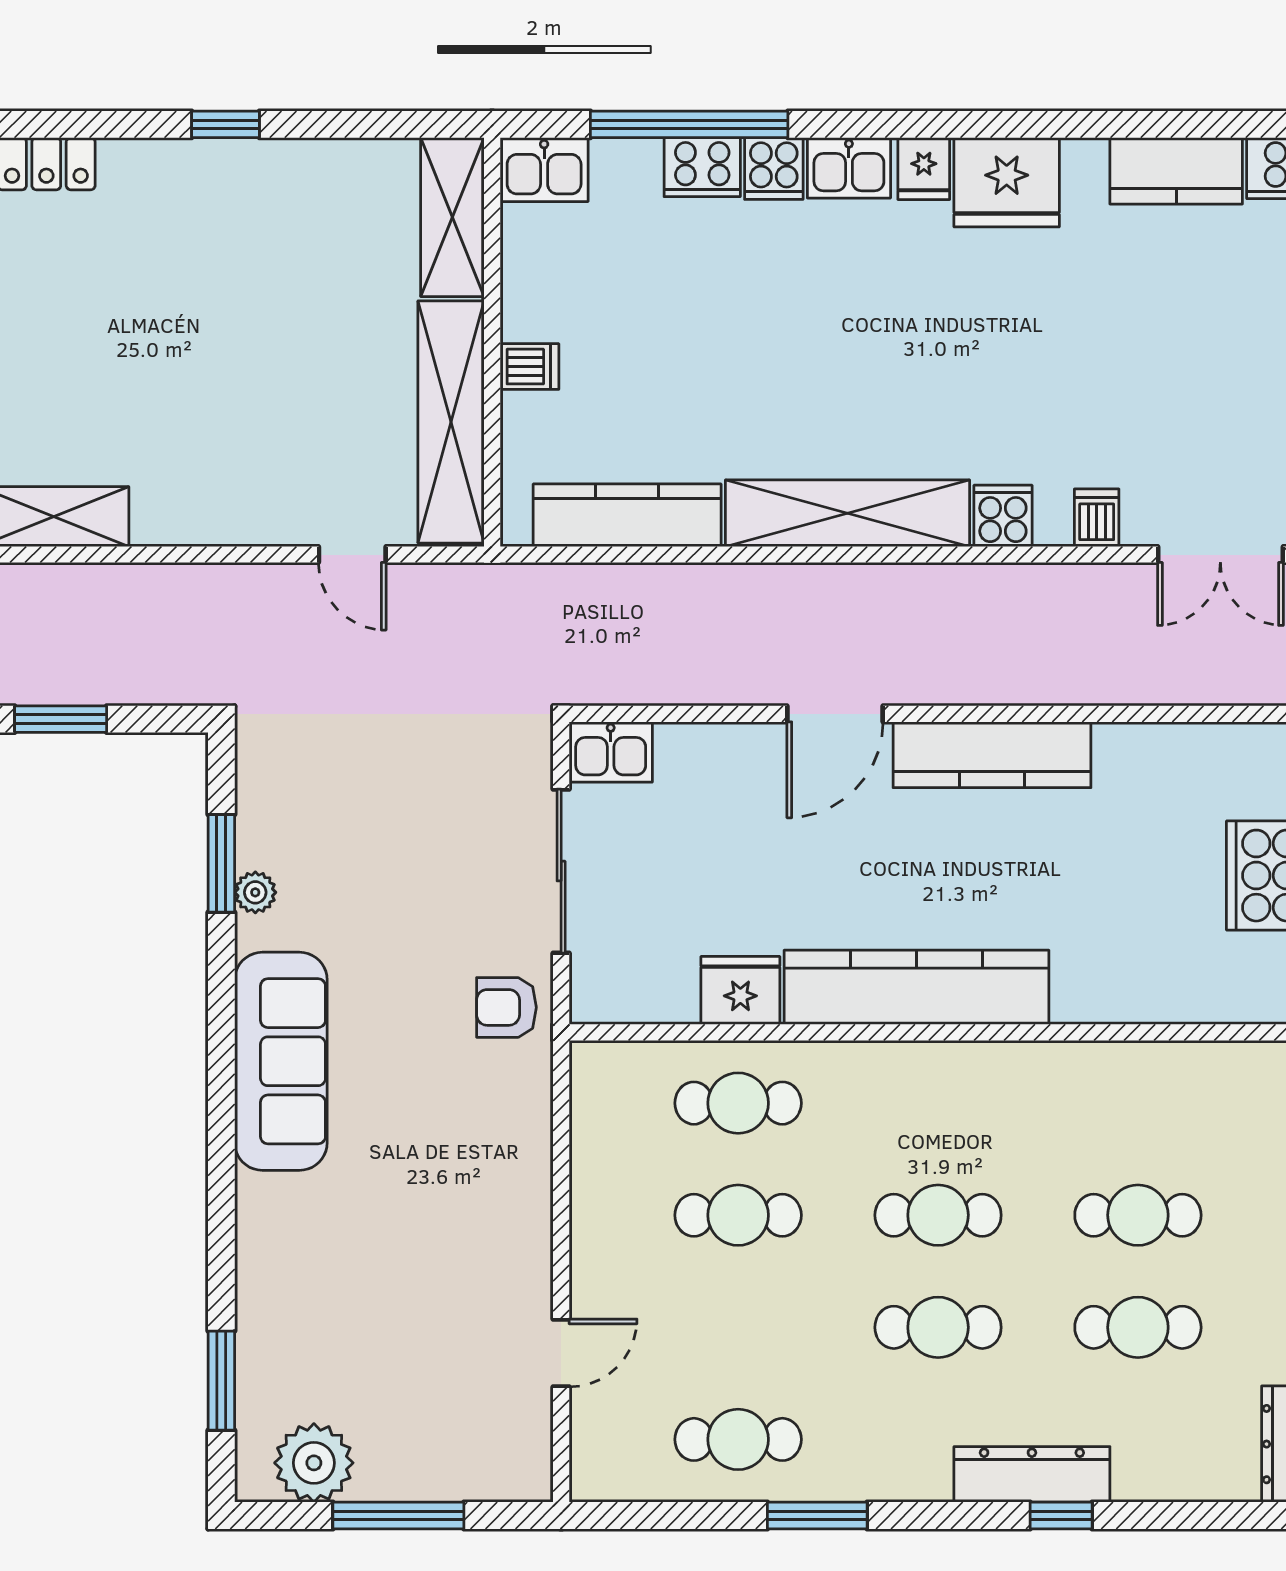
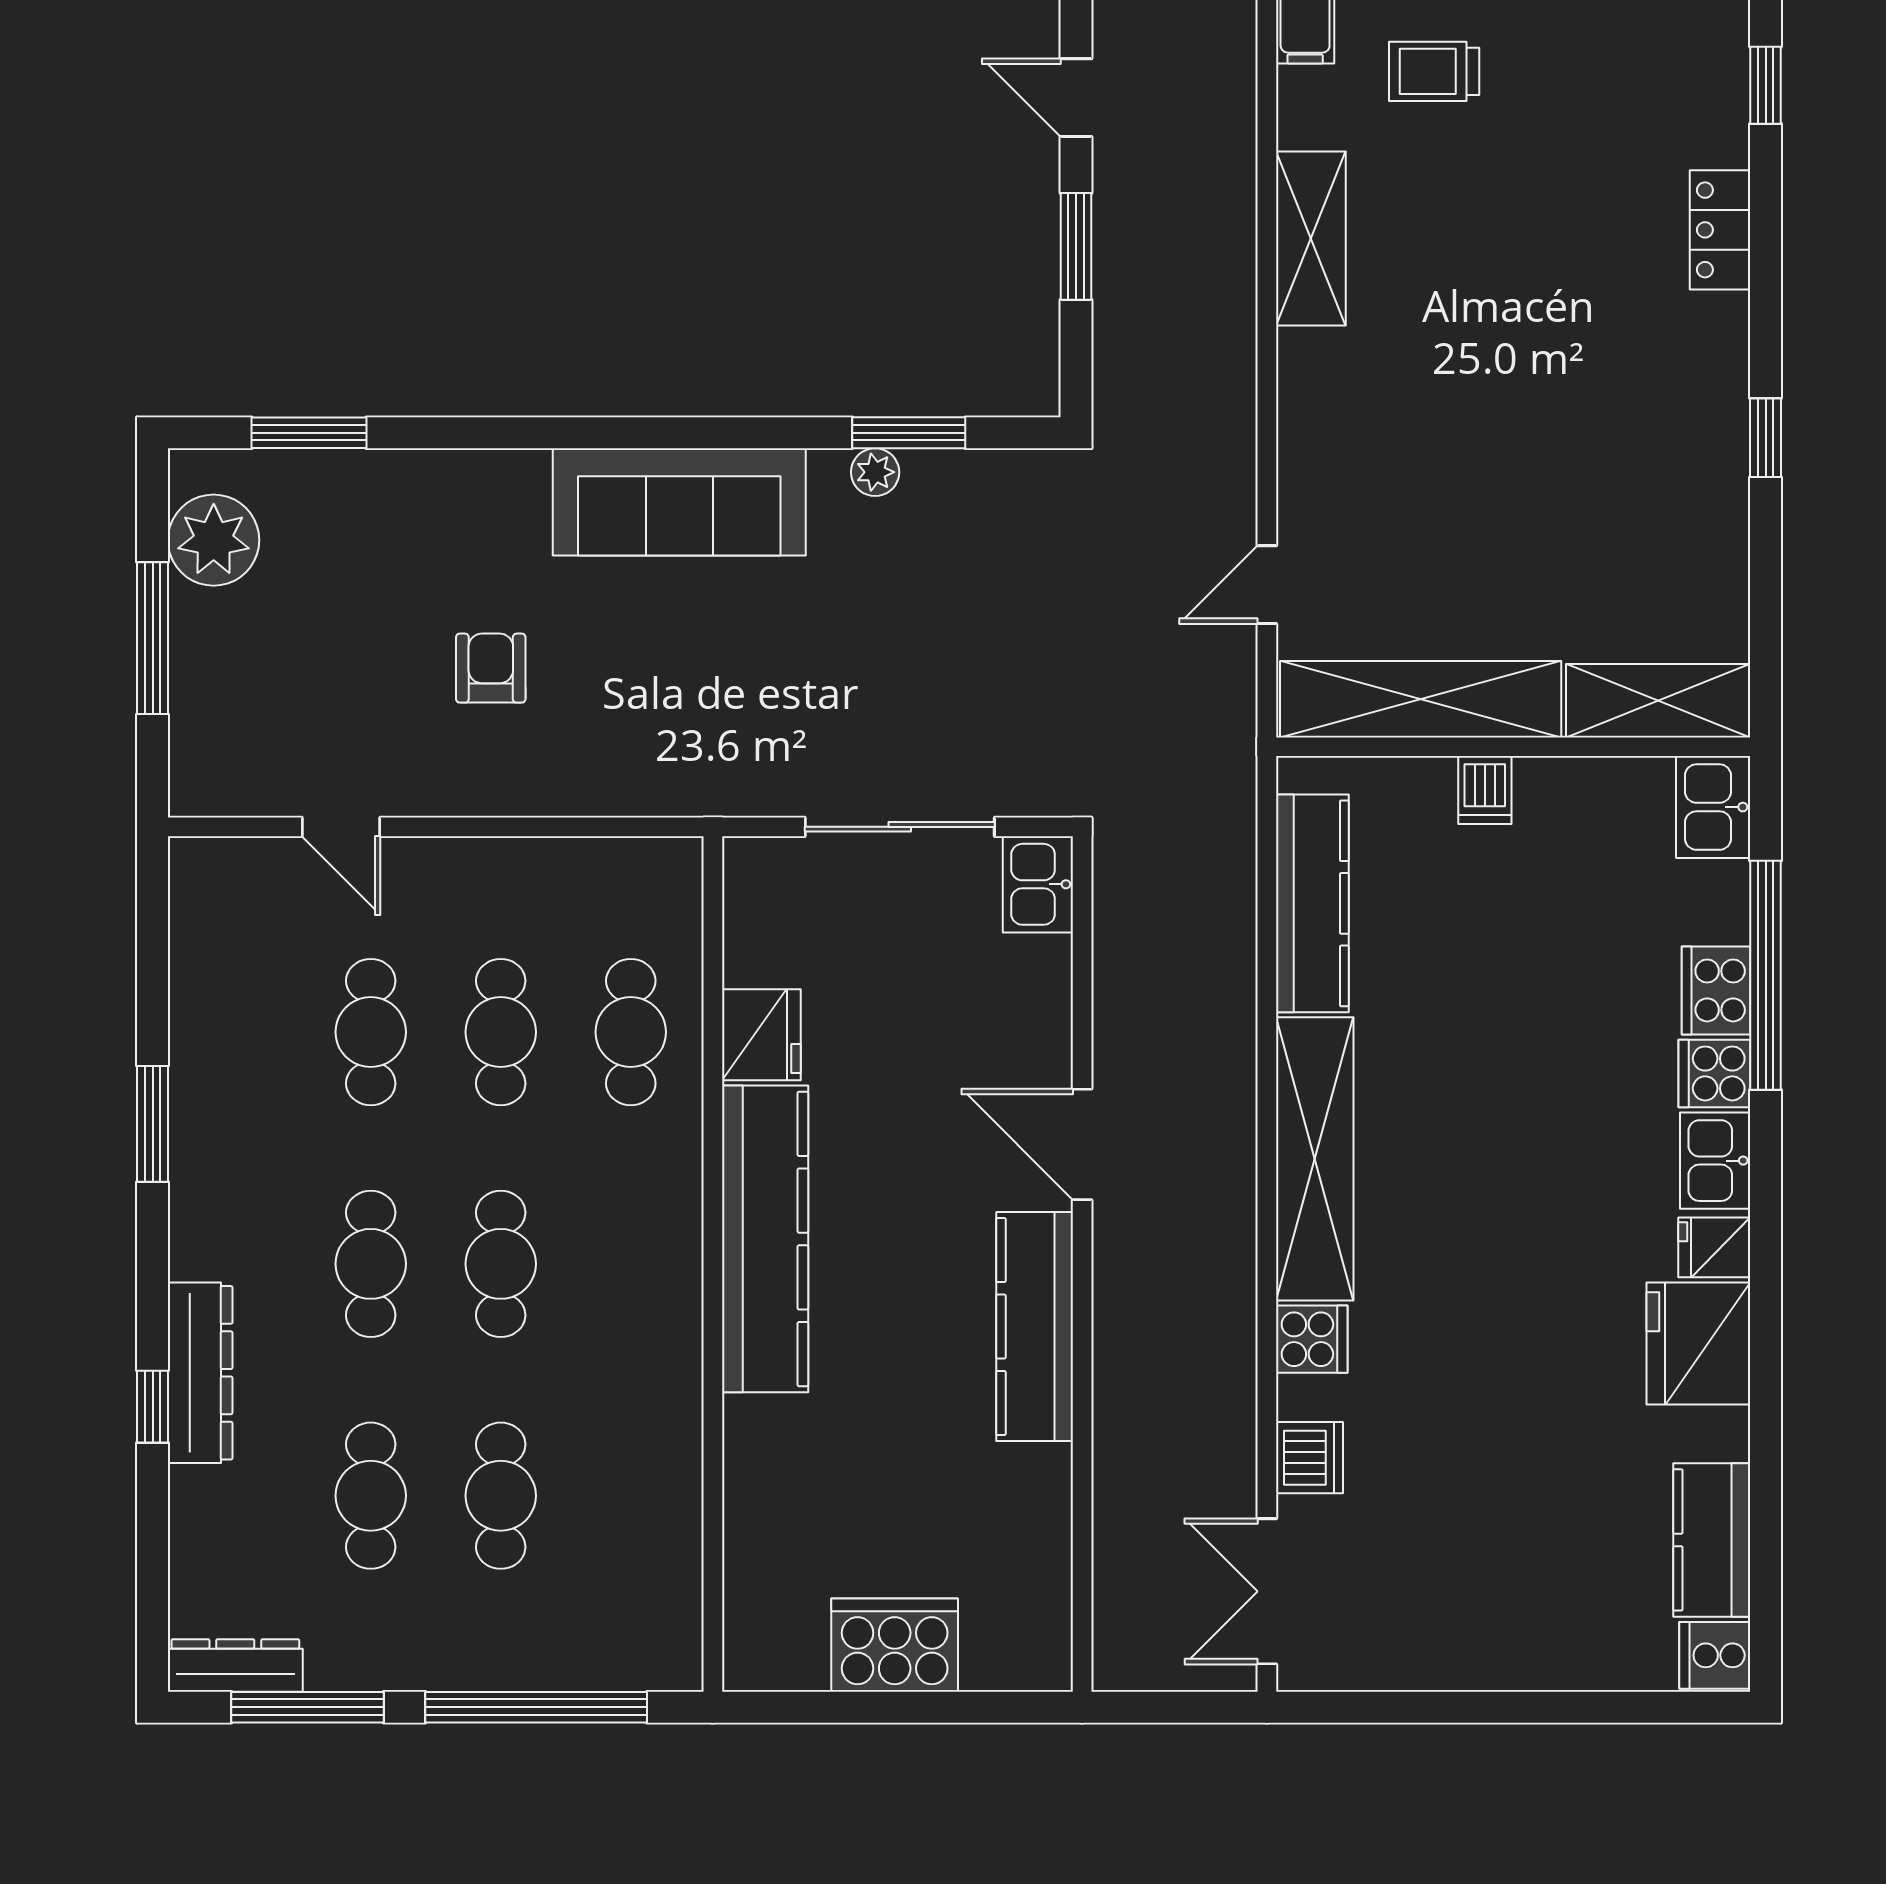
dishwasher: (1097, 518) -> (1309, 1458), width x1.38
armchair: (506, 1007) -> (491, 668), moved
cafe table: (738, 1439) -> (371, 1032), moved

